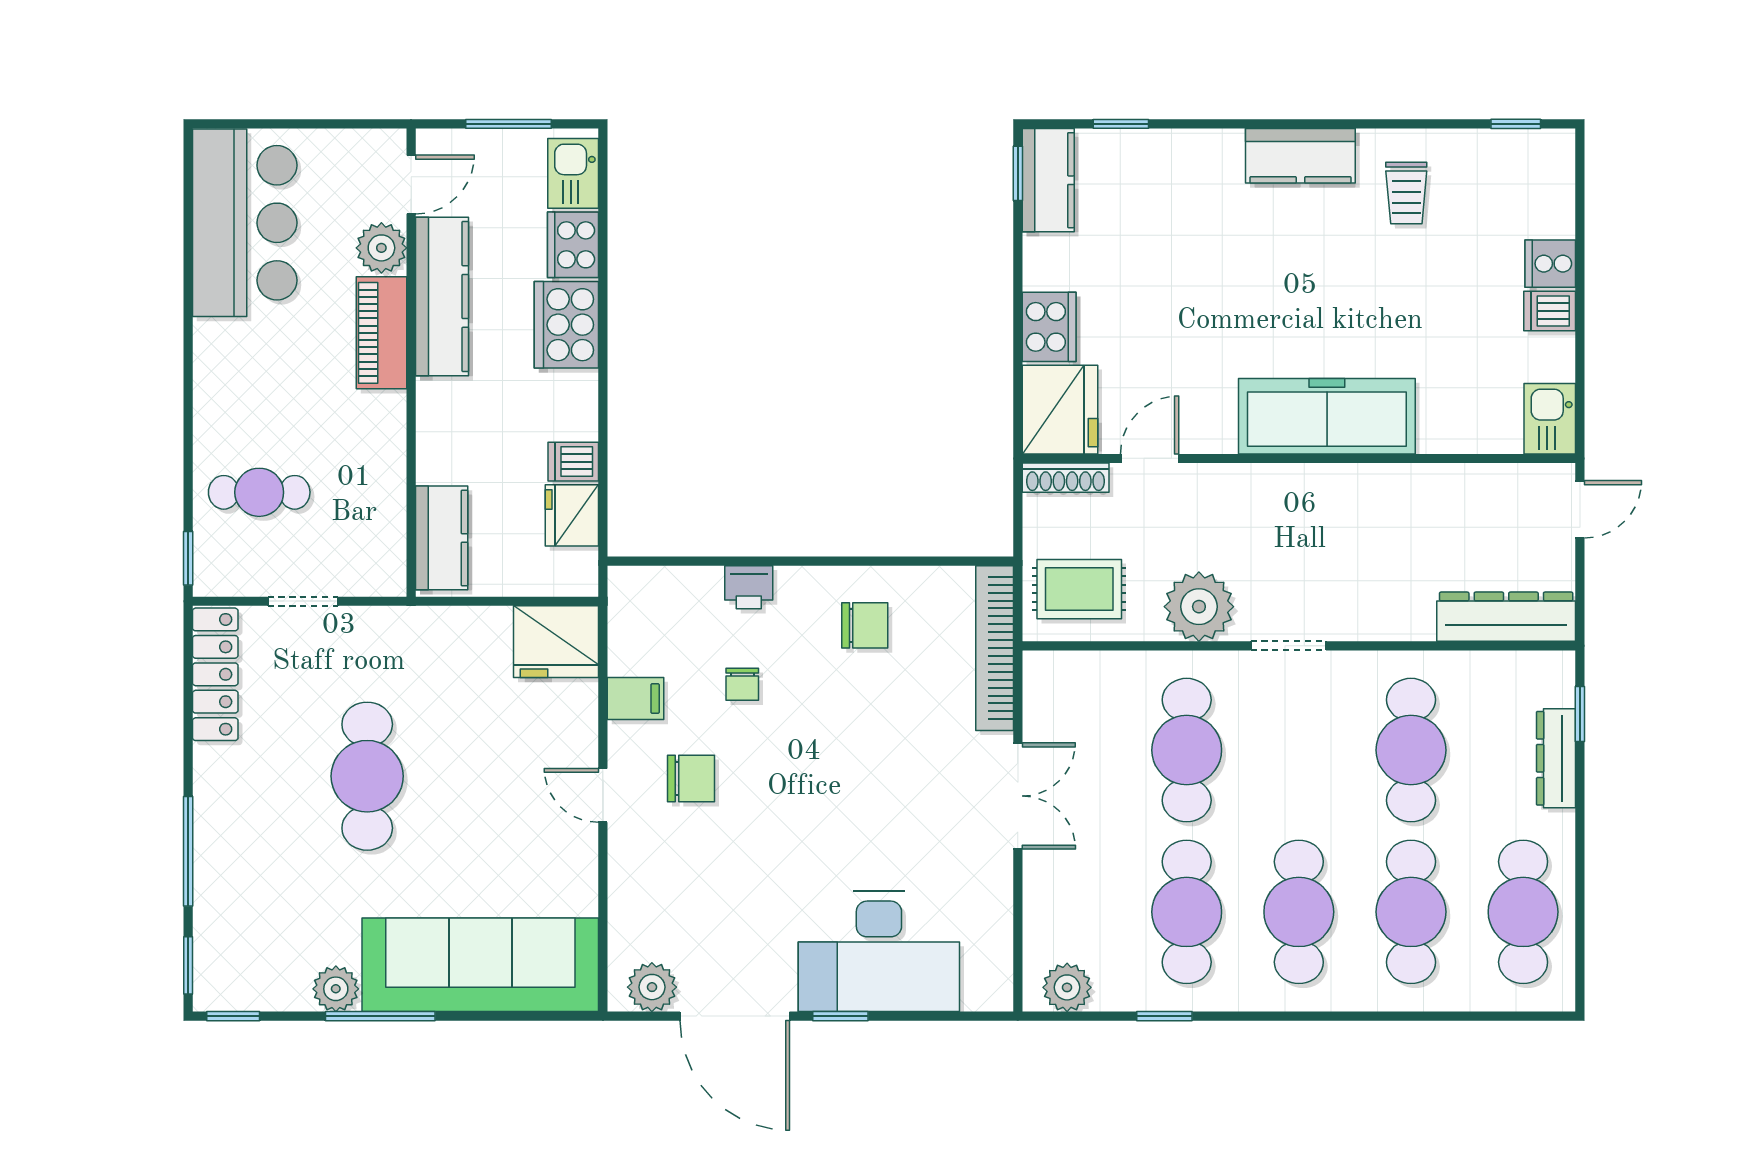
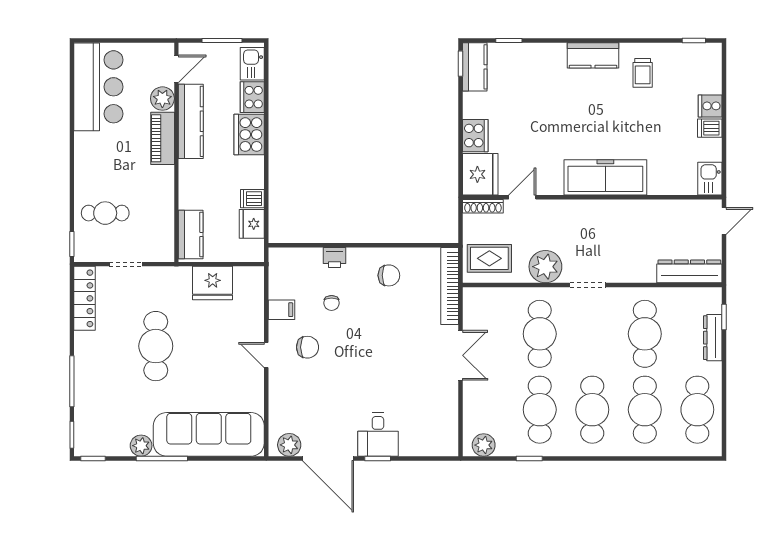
fridge: (556, 642) -> (213, 283), moved
desk: (879, 951) -> (378, 435), width x0.53, depth x0.77

